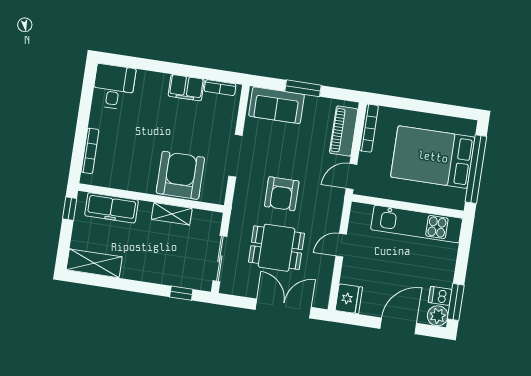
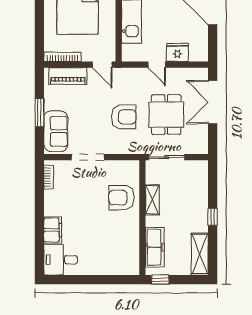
filing cabinet: (186, 88) -> (53, 230), moved
bookcase: (90, 151) -> (113, 271), removed
doorway: (235, 156) -> (88, 157), moved
armchair: (180, 175) -> (121, 198), width x0.73, depth x0.73
sliding door: (220, 259) -> (167, 157), moved
window: (181, 293) -> (213, 217), moved
fridge: (349, 299) -> (177, 52), moved

